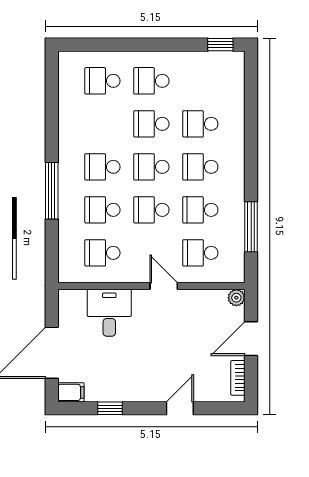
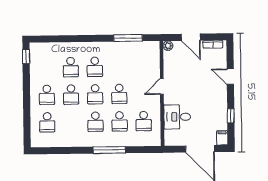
school desk: (200, 210) -> (119, 67), removed
school desk: (200, 253) -> (143, 66), removed

